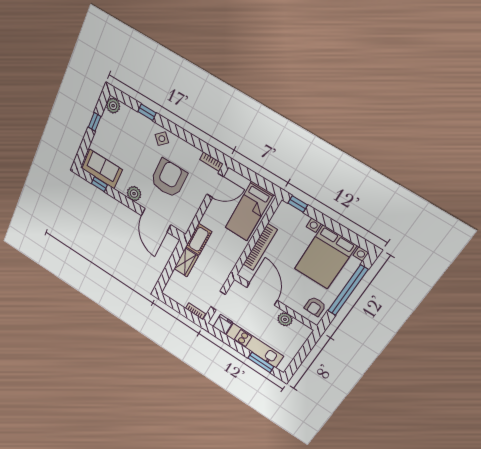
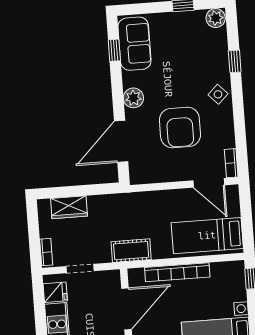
armchair: (169, 178) -> (180, 128), turned 90
cot: (199, 239) -> (131, 251), moved
wardrobe: (186, 262) -> (69, 207), moved

